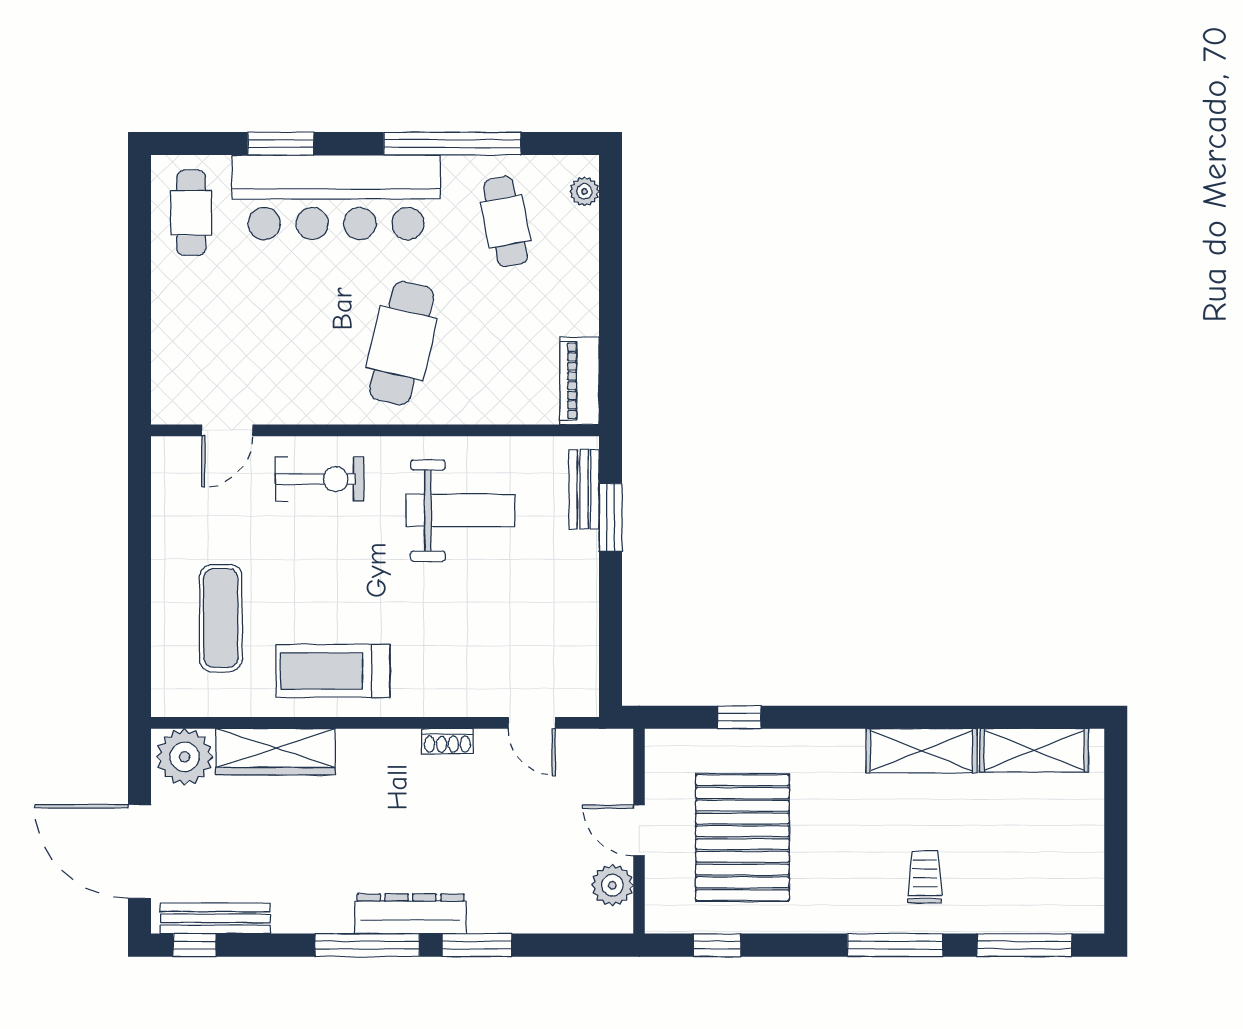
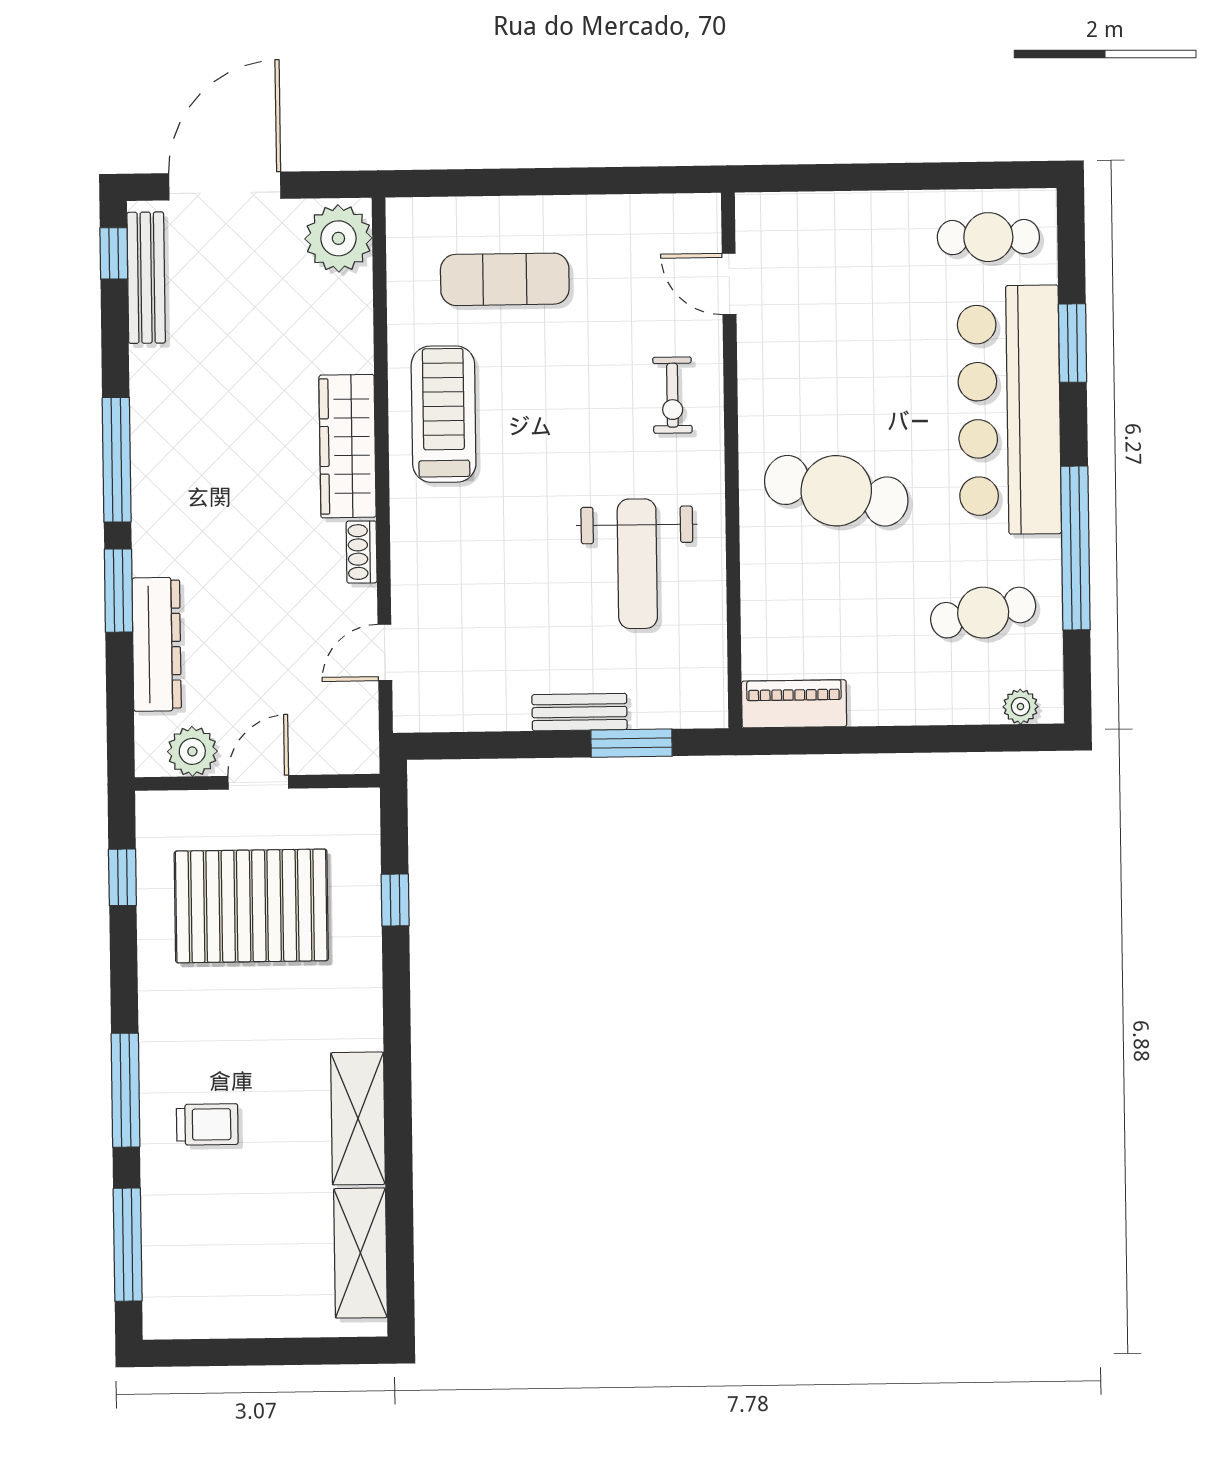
exercise bike: (320, 479) -> (672, 395), width x0.73, depth x0.72
bench: (584, 489) -> (579, 712), moved
wardrobe: (276, 752) -> (348, 446), moved
dresser: (410, 914) -> (157, 644), moved

